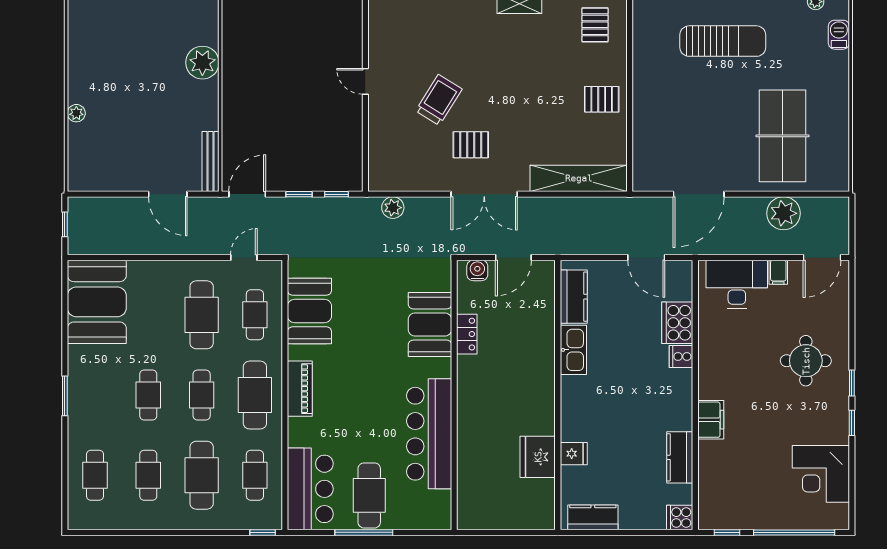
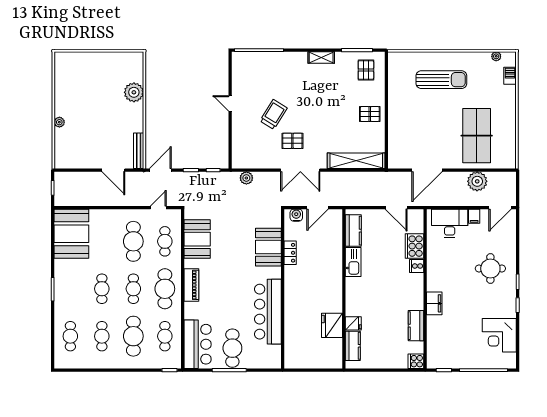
kitchen counter: (593, 517) -> (353, 346), moved, turned 90

